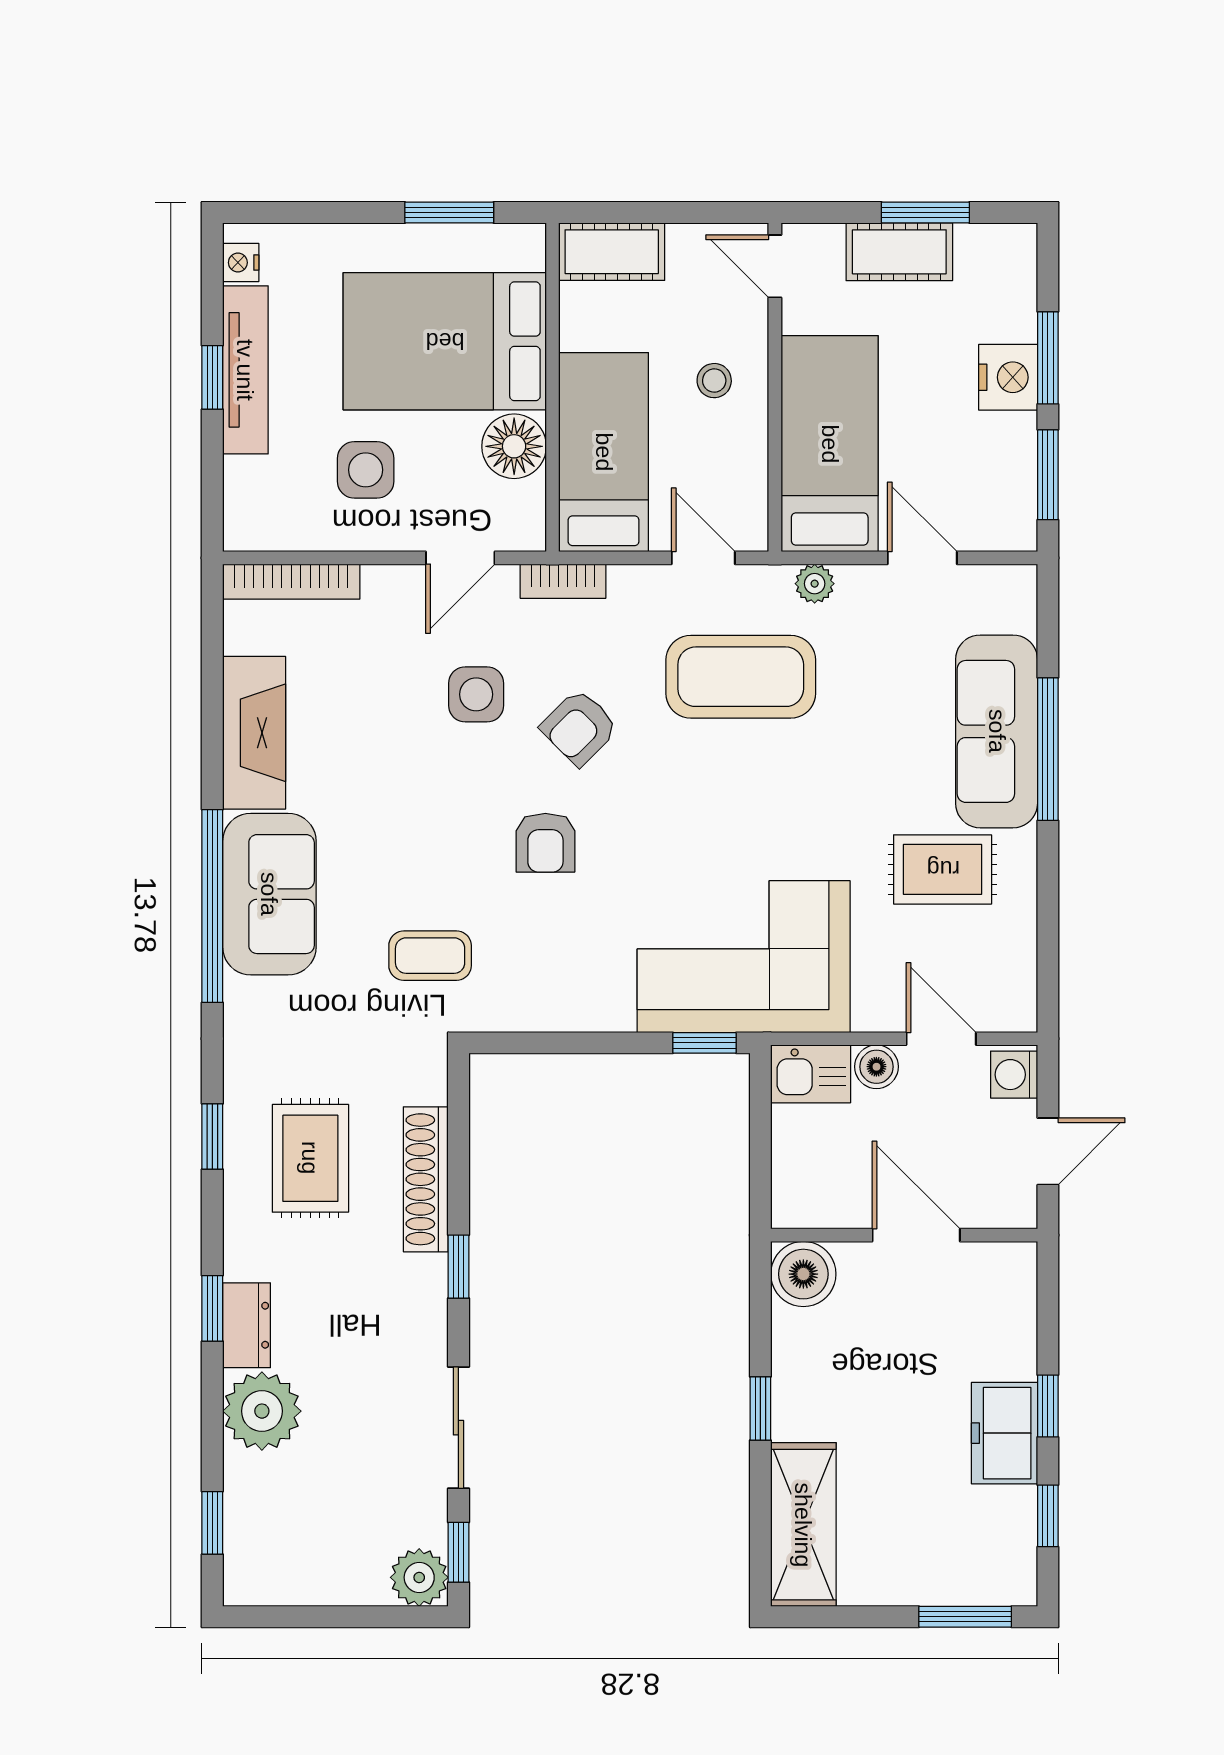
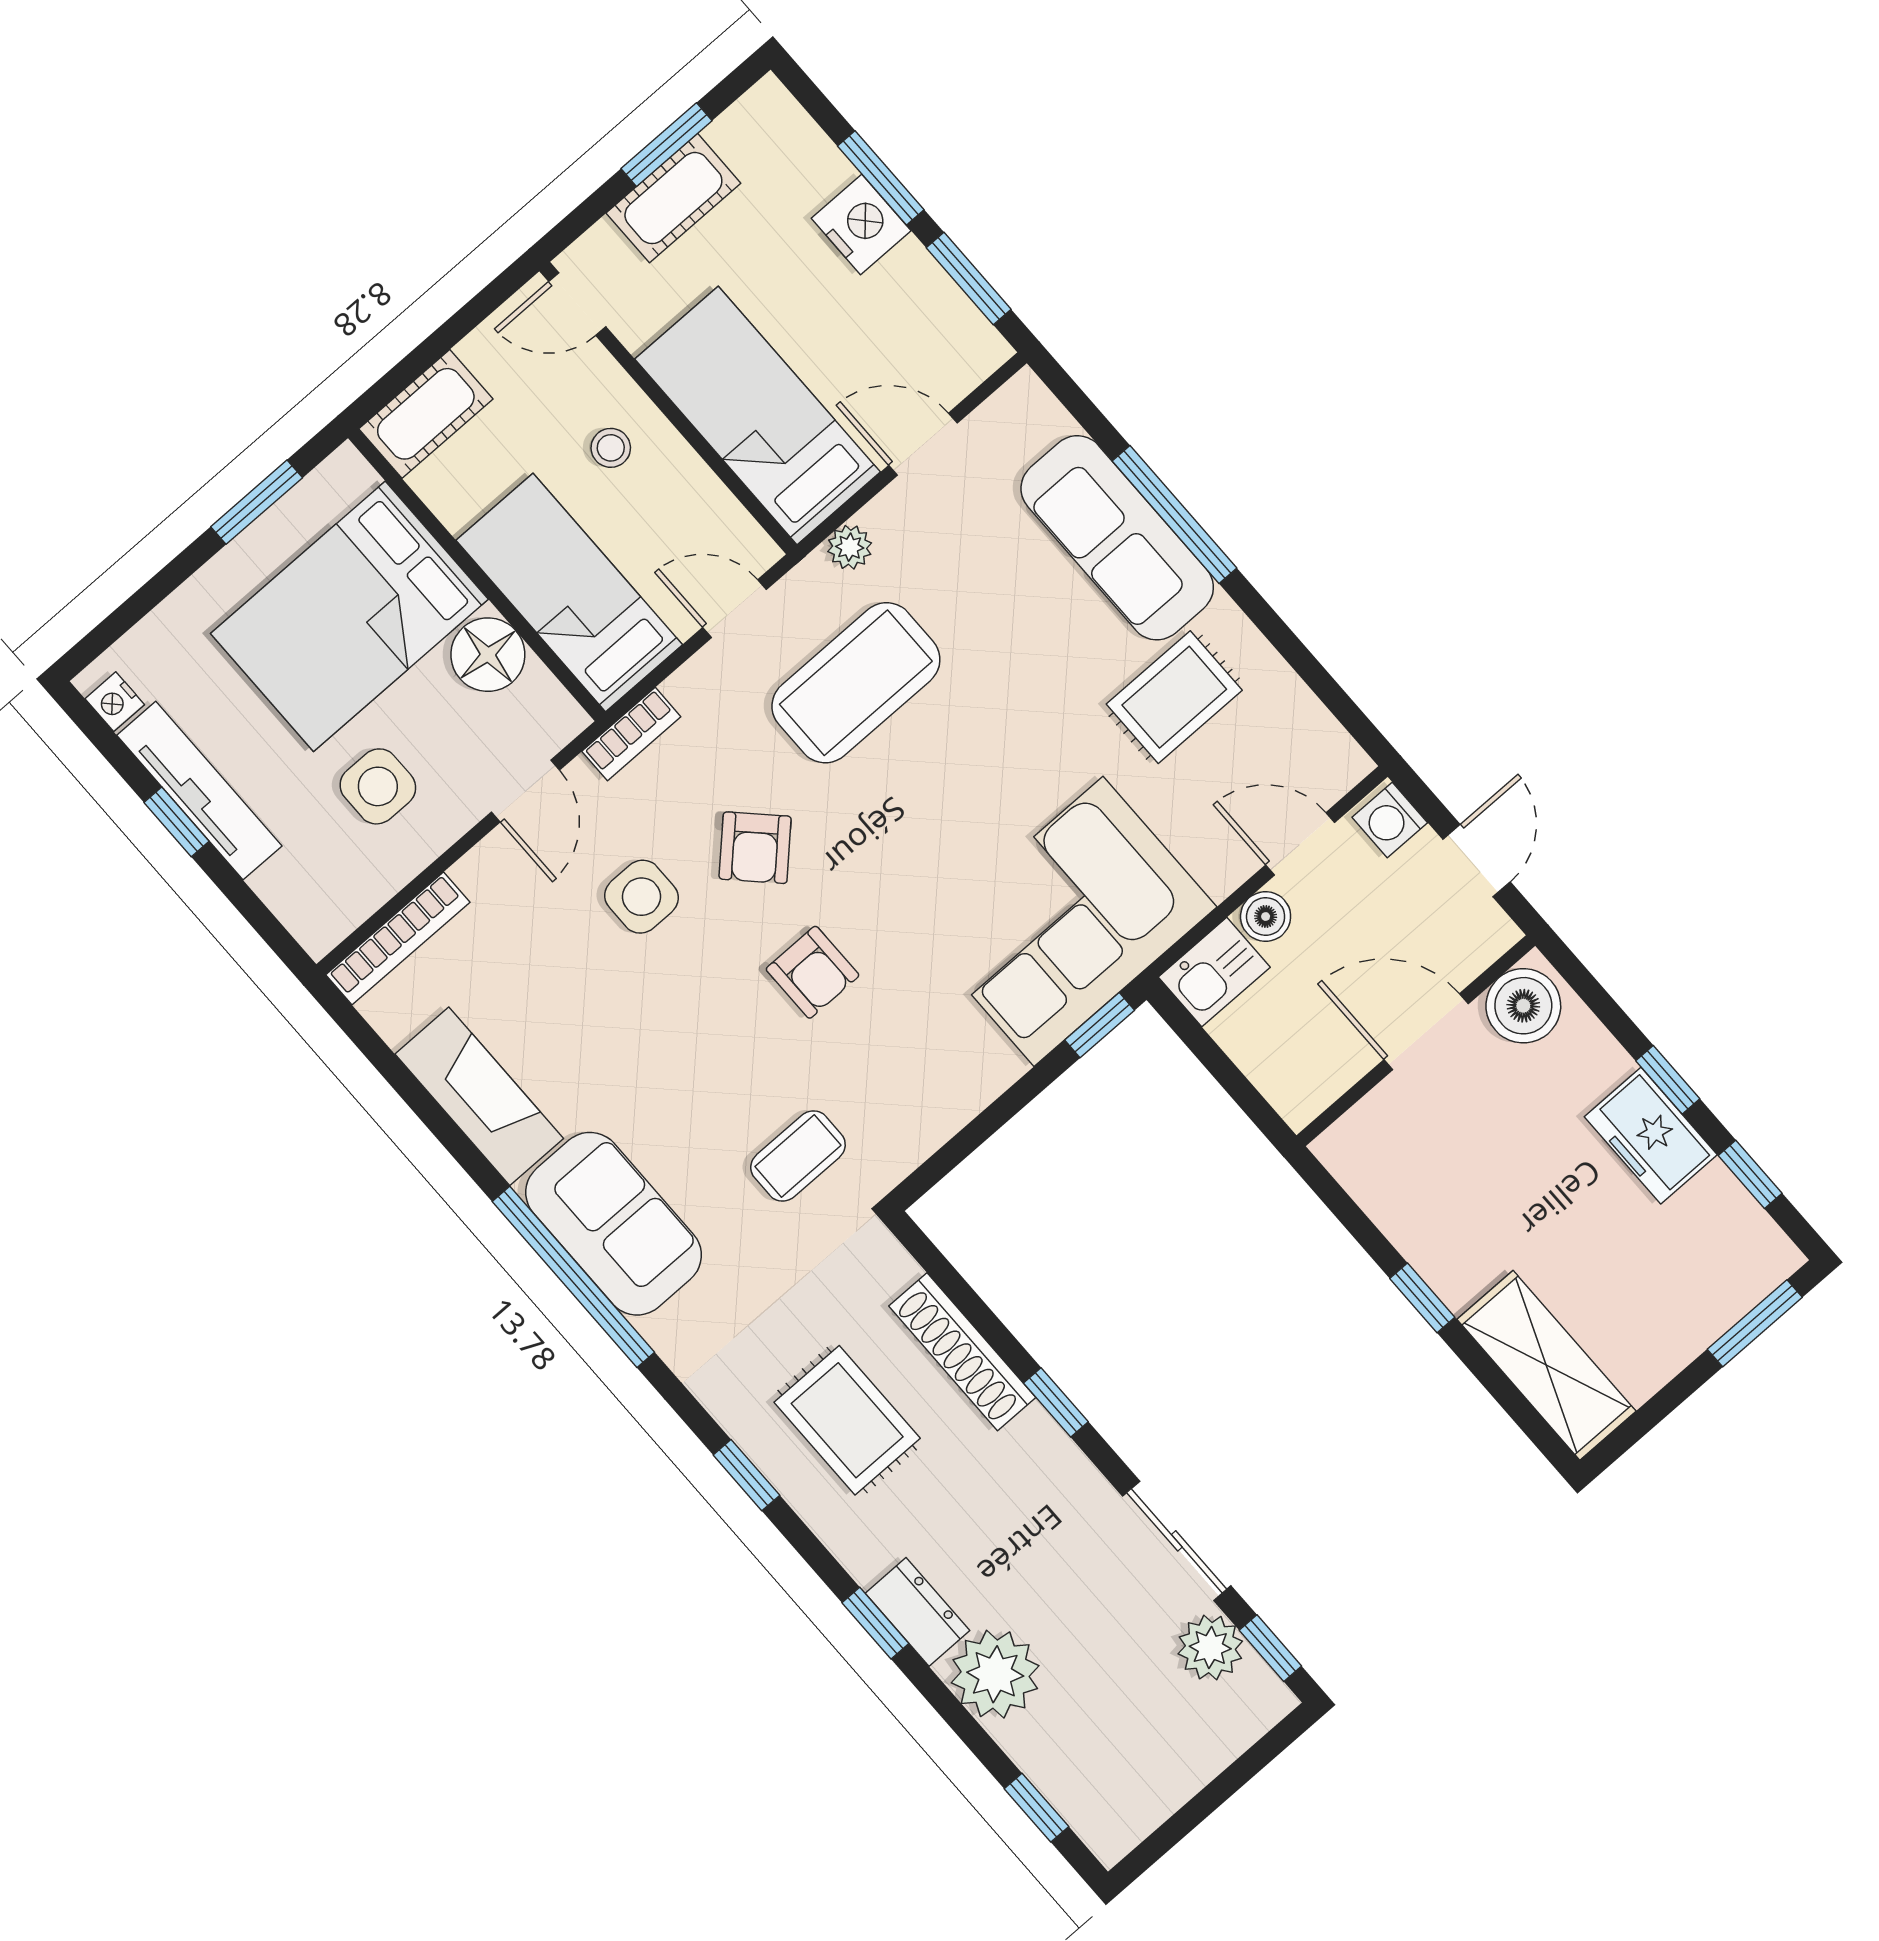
boiler: (803, 1274) -> (1523, 1006), moved
plant: (419, 1577) -> (1210, 1648), moved

